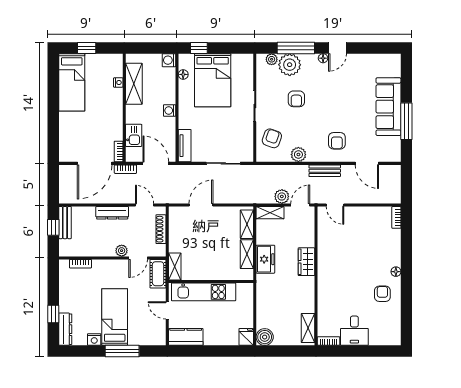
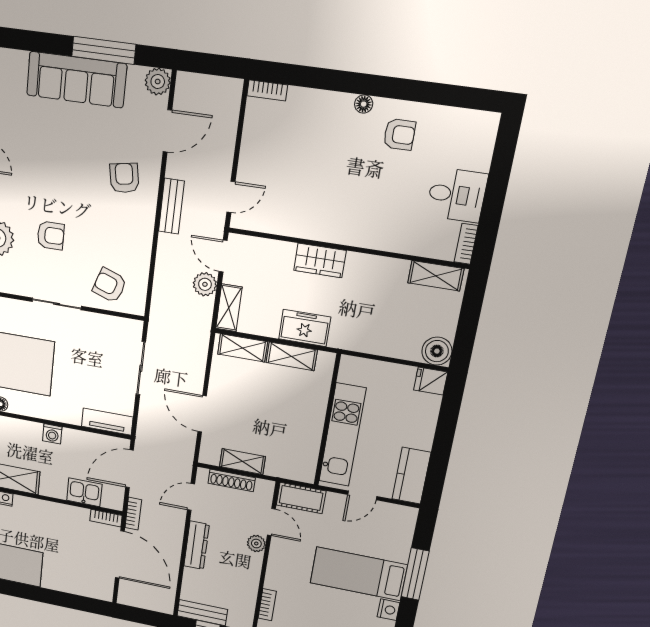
armchair: (337, 141) -> (124, 178), turned -100
plant: (298, 155) -> (158, 82), moved
shelving: (175, 267) -> (242, 462), moved
armchair: (382, 294) -> (399, 134), turned 180

